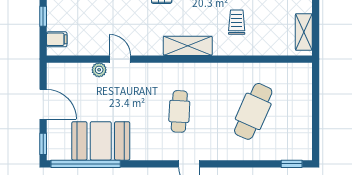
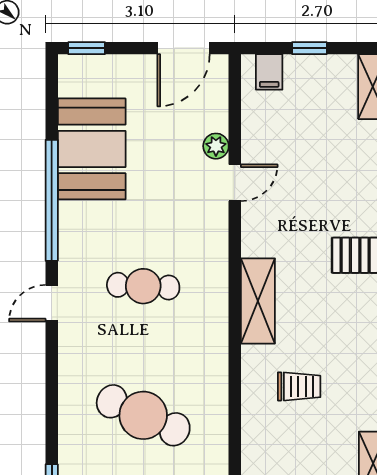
door: (43, 104) -> (184, 48), moved
window: (86, 164) -> (52, 200), moved

